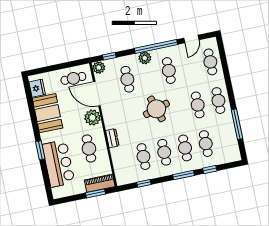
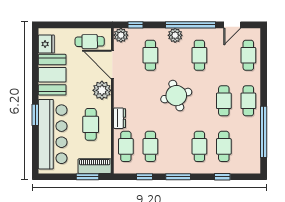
window: (237, 124) -> (264, 132), width x1.46
cafe table: (164, 152) -> (126, 146), moved
bar counter: (58, 164) -> (53, 134), width x1.36
window: (183, 175) -> (178, 177), moved

